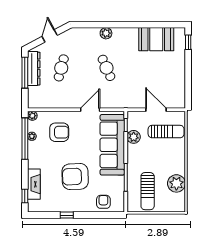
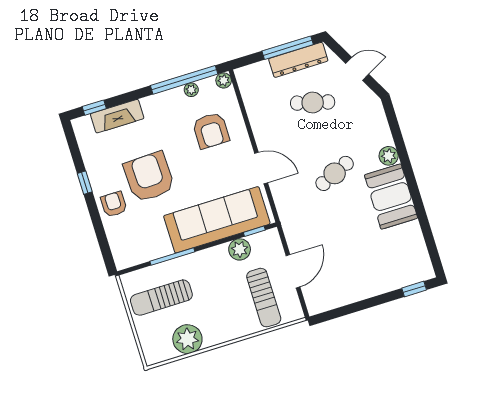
booth: (156, 39) -> (391, 197), moved
armchair: (103, 202) -> (114, 204), moved, turned -90

